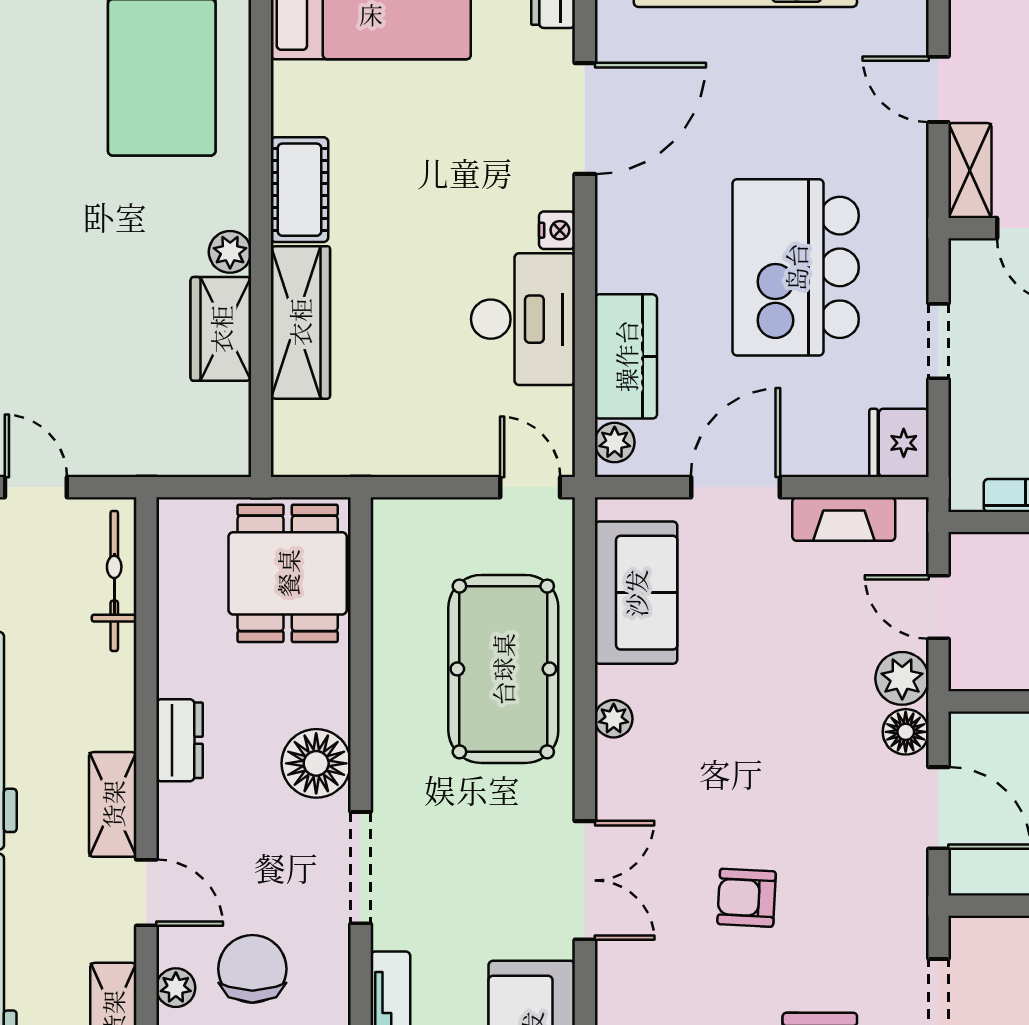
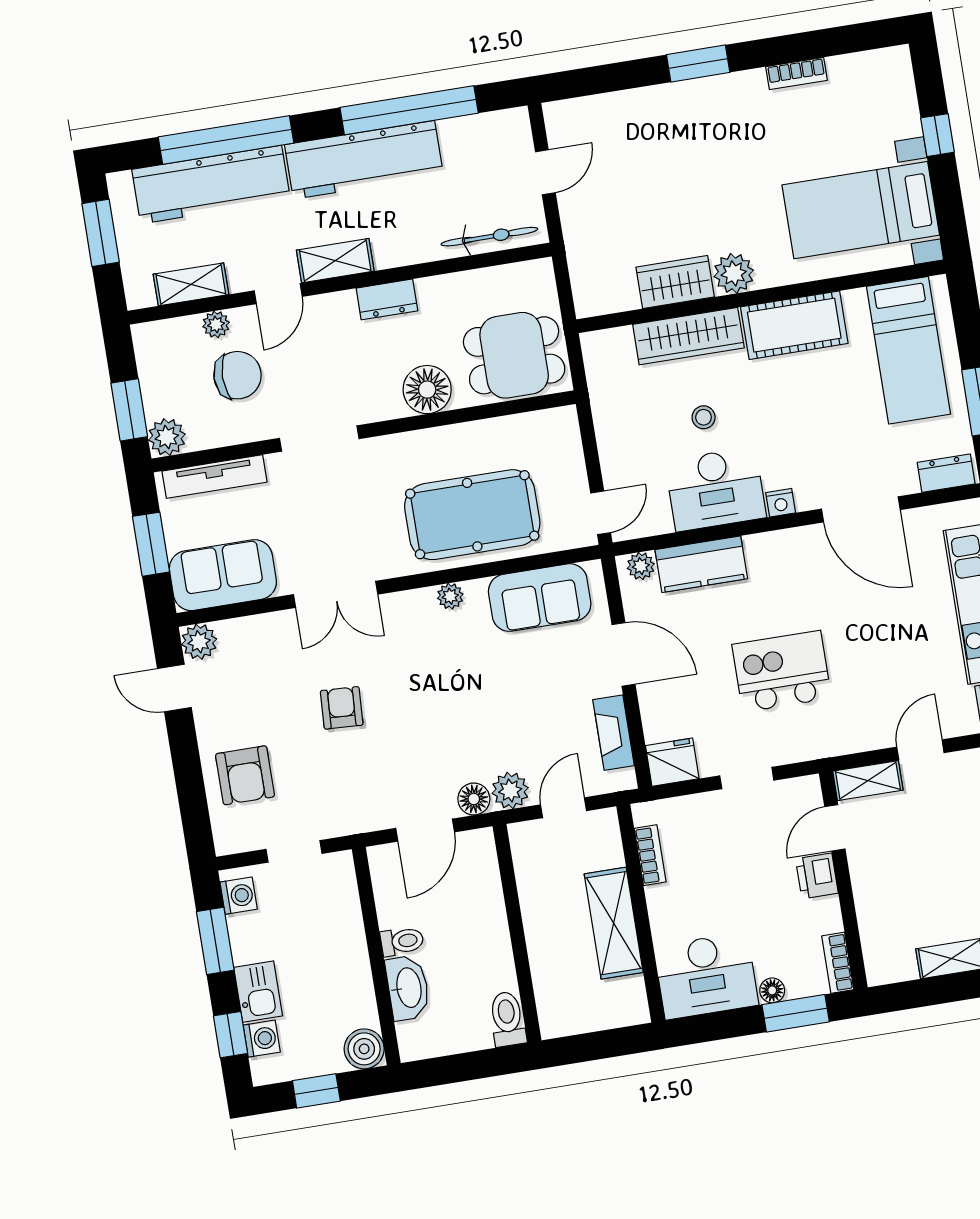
cot: (299, 190) -> (794, 325), width x1.37, depth x1.34
plant: (230, 252) -> (734, 273), width x1.38, depth x1.38
kitchen island: (796, 267) -> (782, 671), width x0.73, depth x0.78
stool: (419, 320) -> (704, 417), added
floor lamp: (316, 763) -> (427, 390), moved

